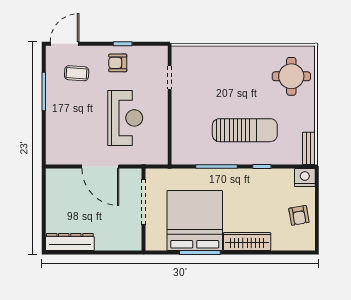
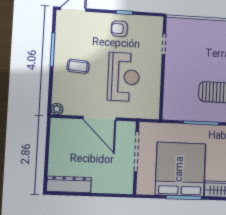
coffee table: (77, 73) -> (78, 66), moved
plant: (52, 158) -> (57, 109), added

